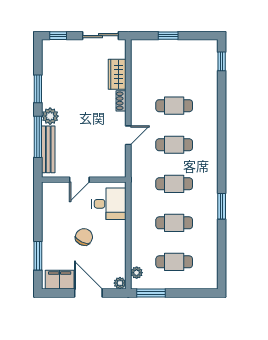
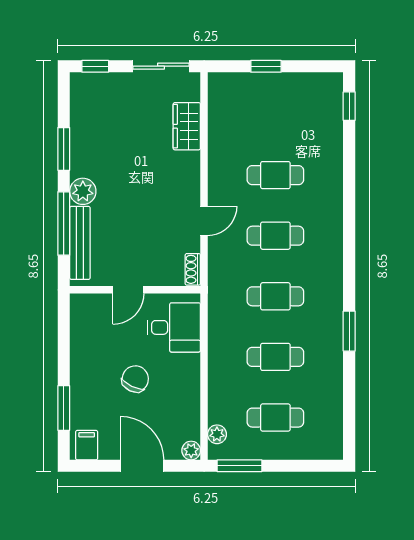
shoe rack: (121, 101) -> (193, 269), moved
filing cabinet: (60, 280) -> (87, 445), width x0.50

